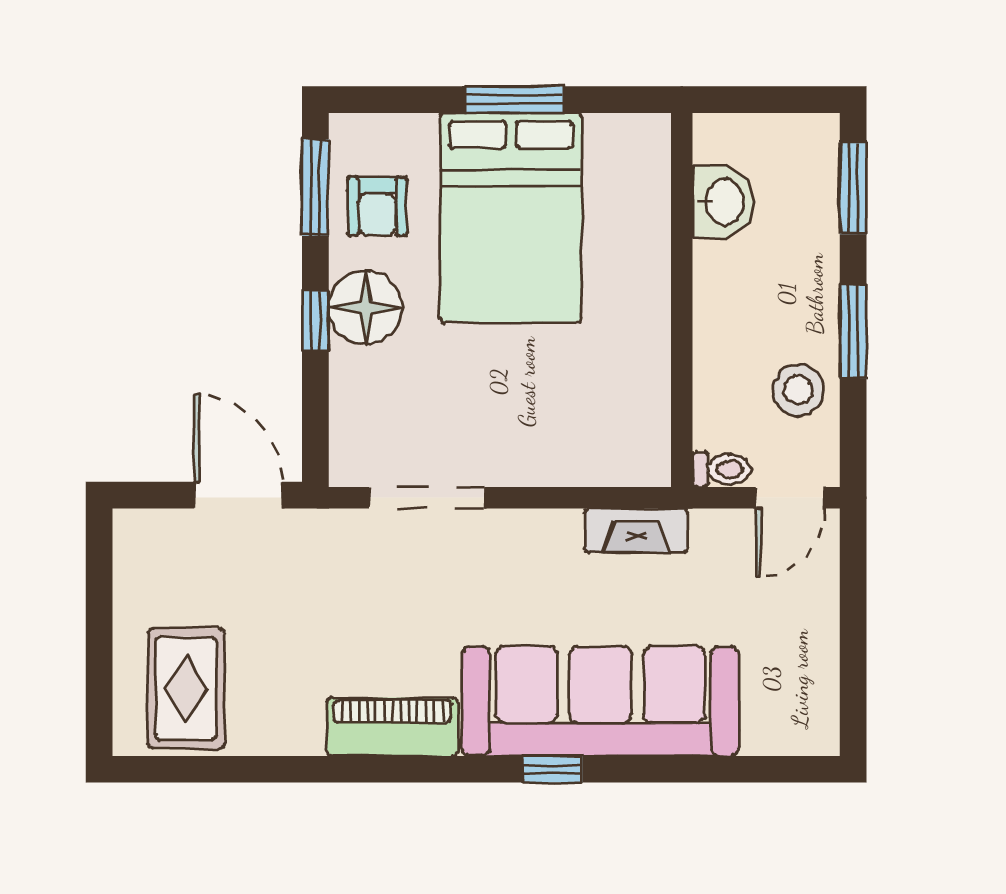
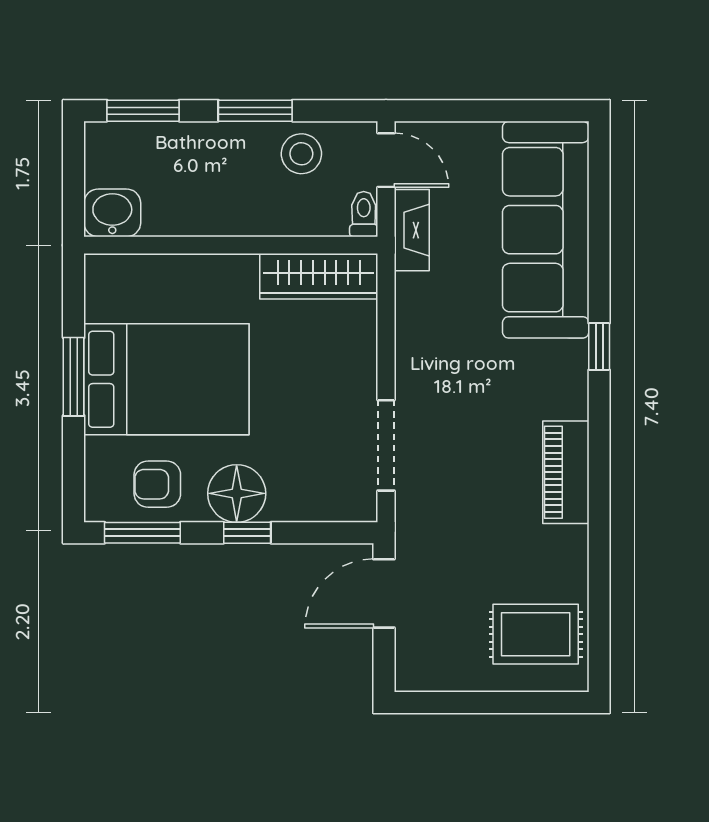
washbasin: (723, 202) -> (112, 213), moved
armchair: (377, 206) -> (157, 484), turned 180
wardrobe: (642, 412) -> (319, 276), added
fireplace: (636, 530) -> (412, 230), moved
sofa: (600, 701) -> (546, 230), moved

